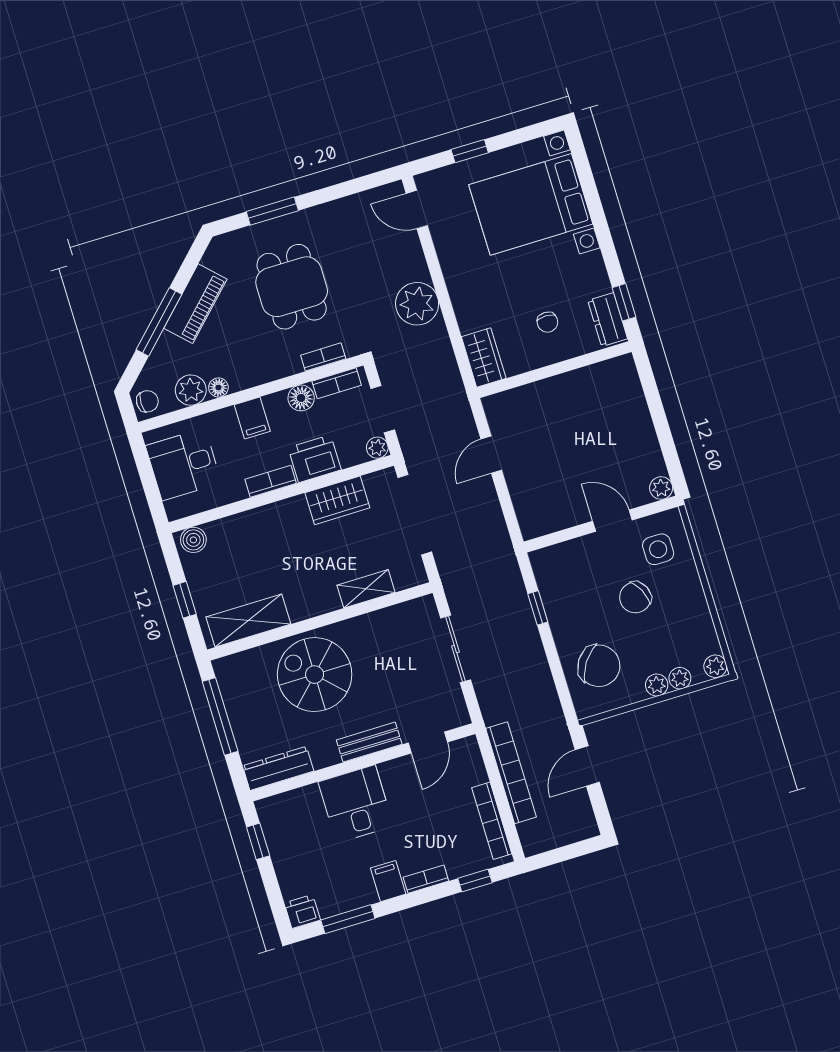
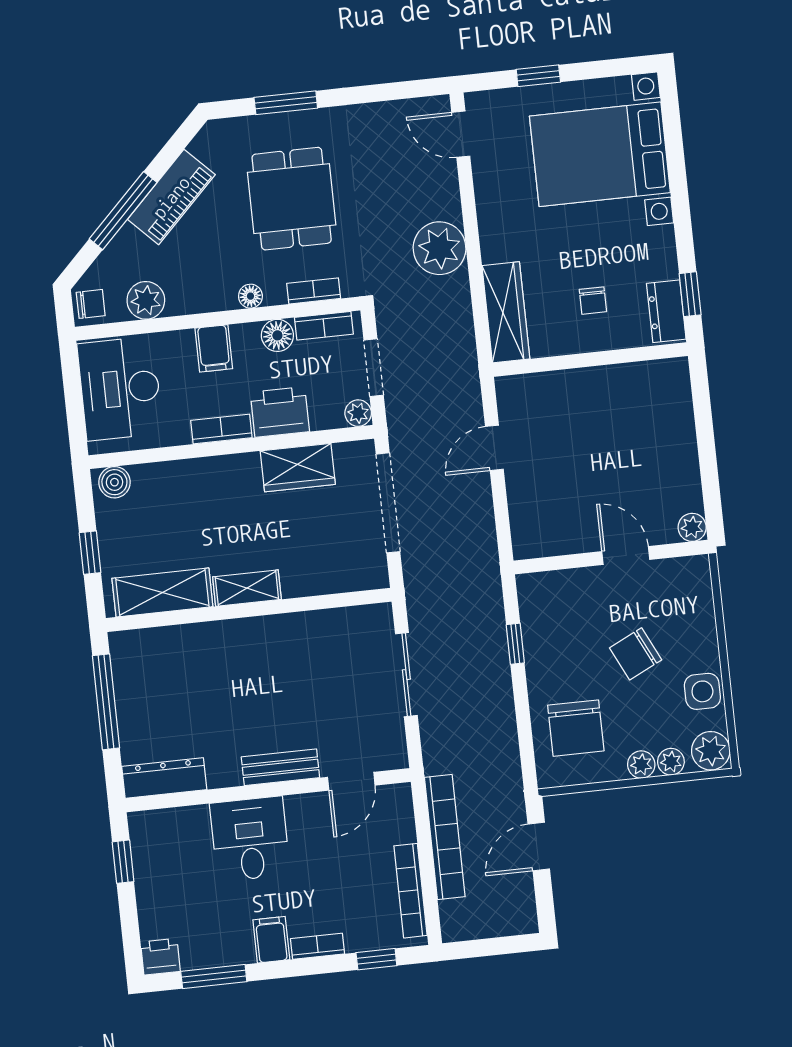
wardrobe: (484, 357) -> (506, 312), width x1.50
floor lamp: (218, 388) -> (250, 296), moved
desk: (184, 464) -> (120, 389), width x1.37
side table: (658, 549) -> (702, 691), moved
shelving: (366, 589) -> (247, 588), moved
chair: (599, 666) -> (576, 728), turned 56
plant: (715, 666) -> (711, 751), width x1.38, depth x1.38
spiral stairs: (315, 675) -> (230, 673), removed

